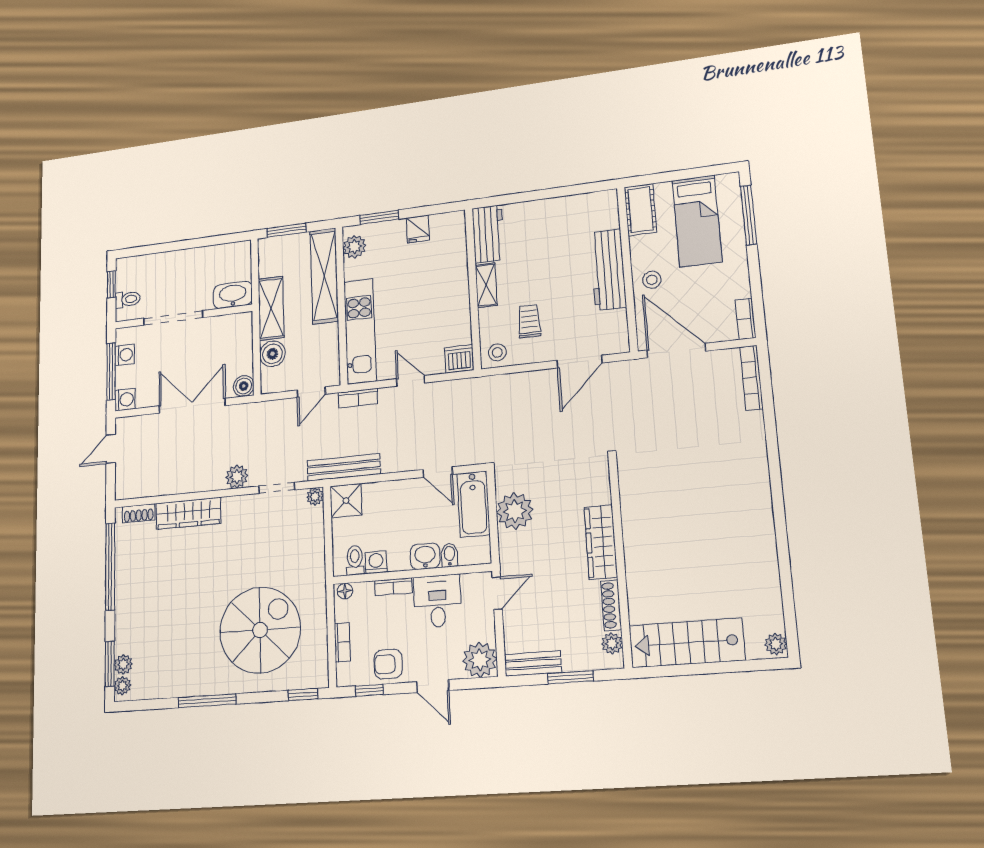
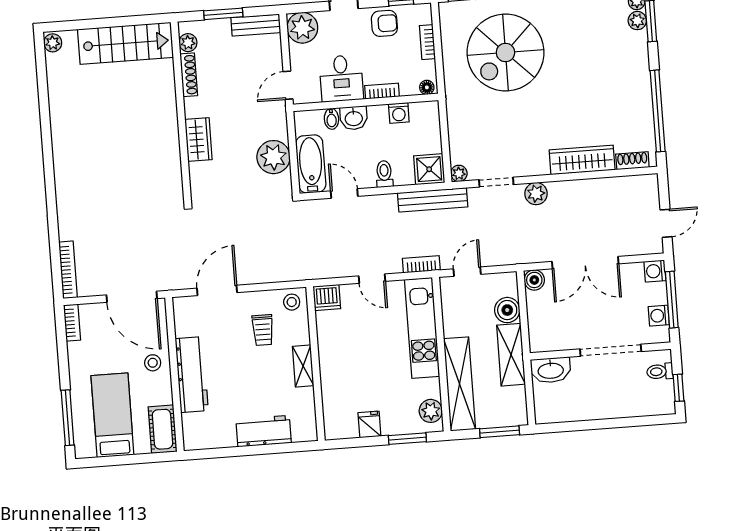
workbench: (488, 234) -> (264, 431), moved, turned 90
wardrobe: (601, 542) -> (198, 139), width x0.67
toilet: (355, 560) -> (384, 174), moved, turned 180

